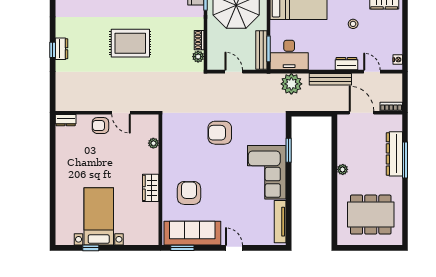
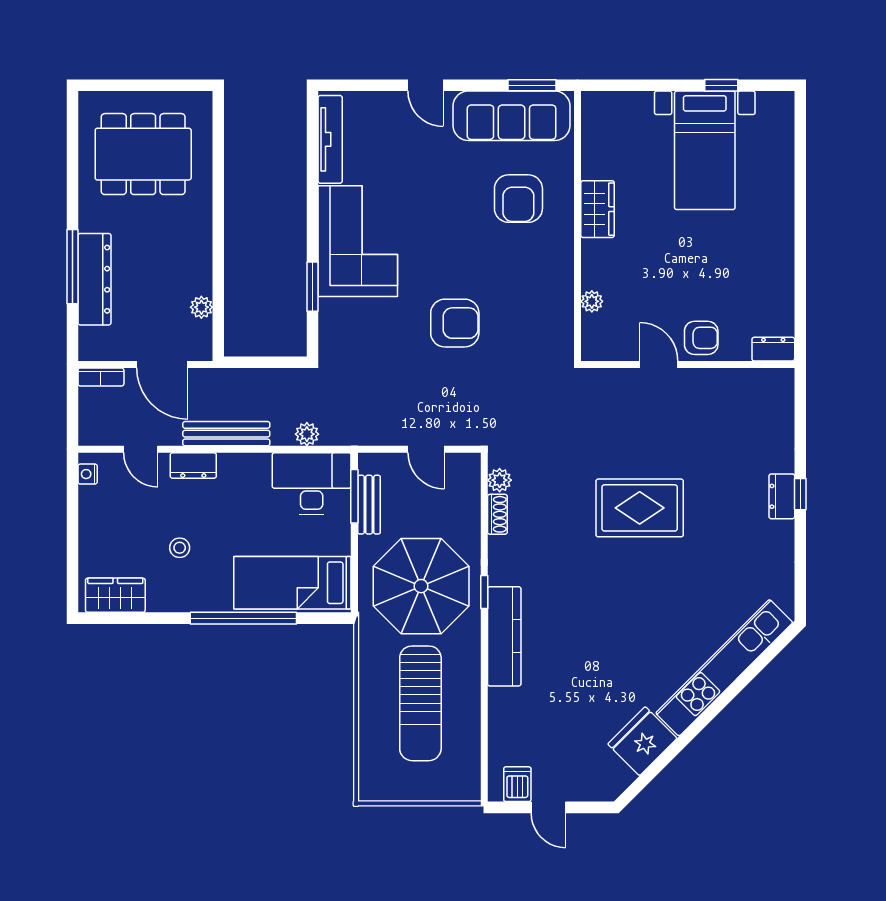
bench: (261, 50) -> (369, 505), width x0.73
plant: (291, 84) -> (307, 434), width x0.53, depth x0.53
plant: (343, 169) -> (201, 307), moved

